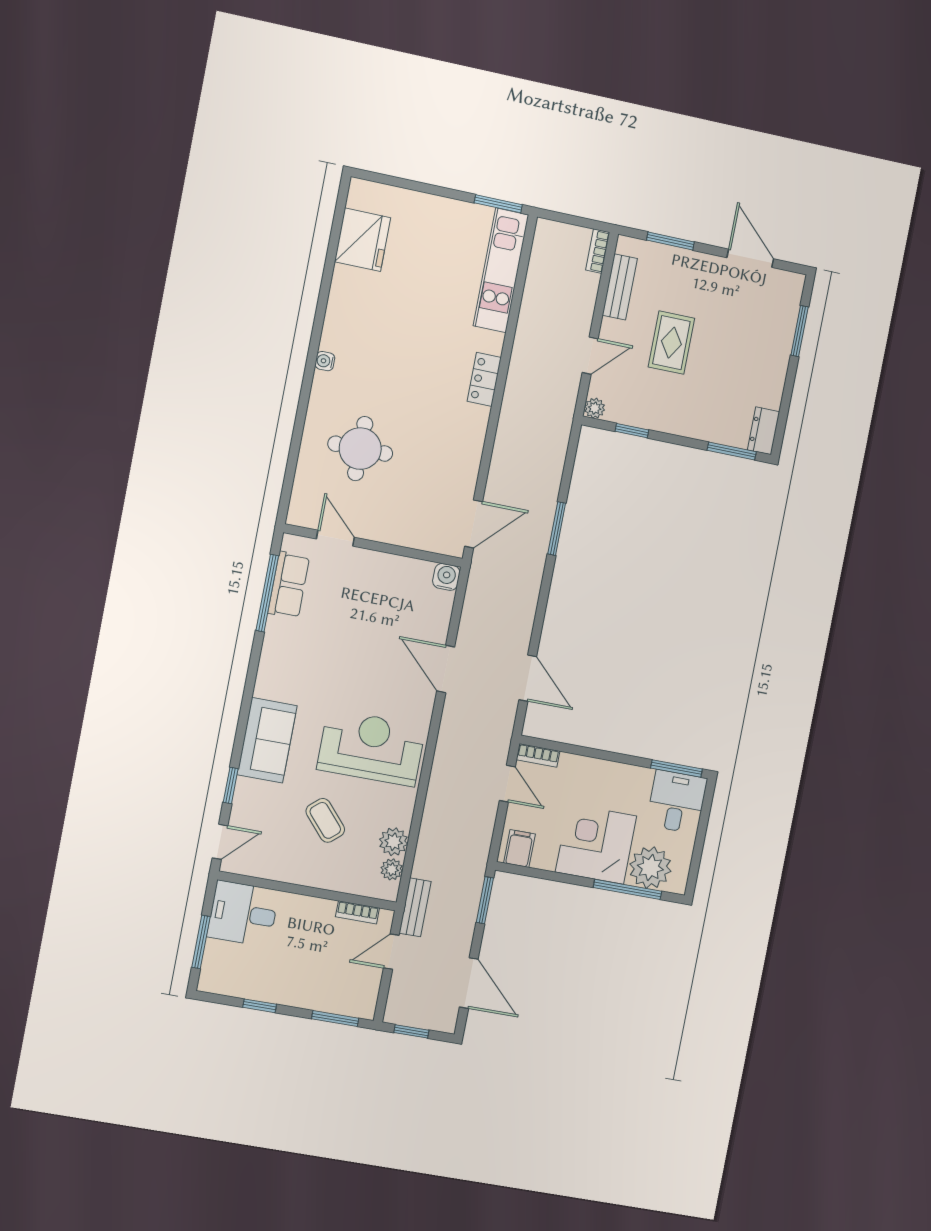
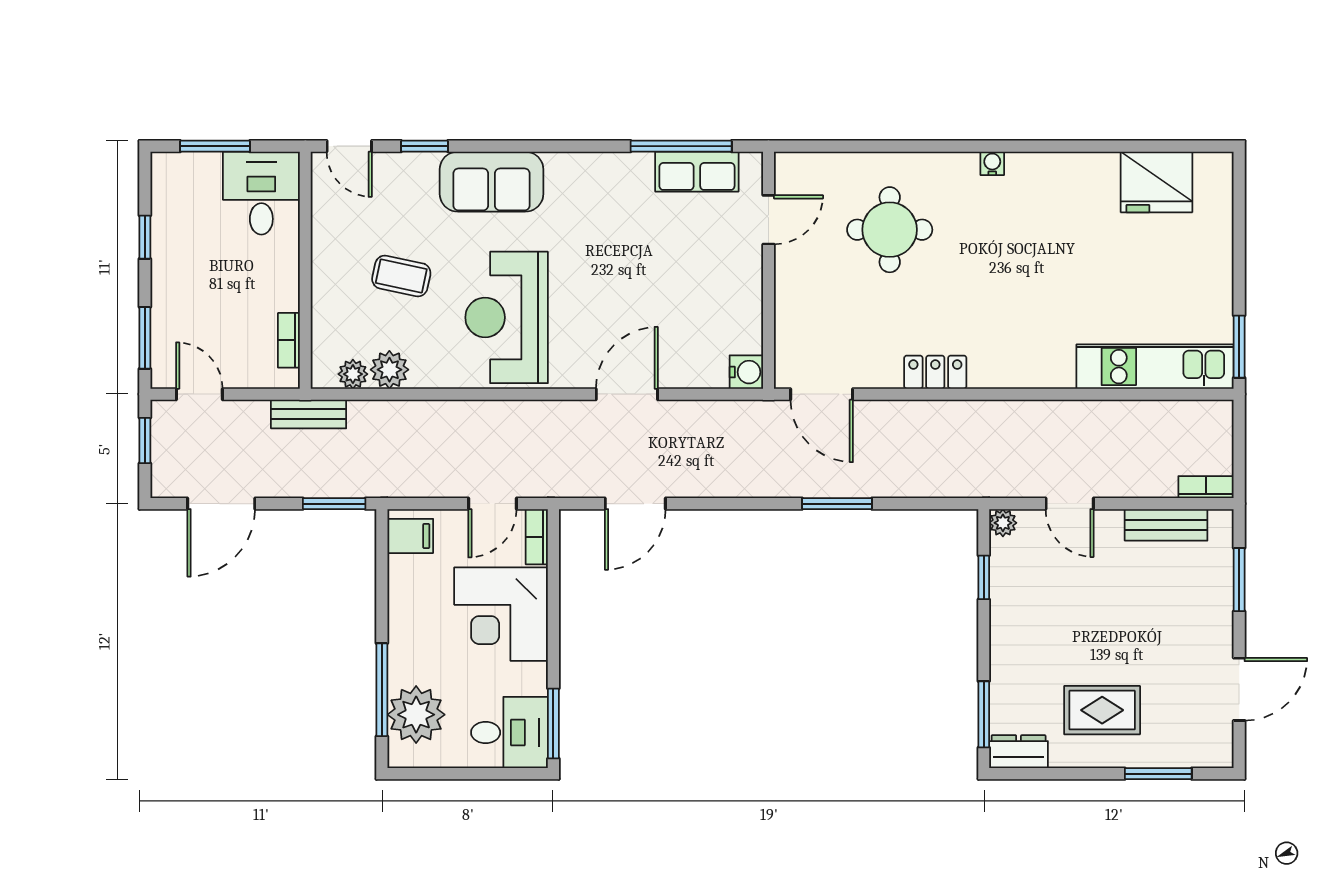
rug: (671, 343) -> (1102, 710), moved
locker: (484, 379) -> (935, 372), moved
reception desk: (371, 748) -> (507, 317), turned 180
coffee table: (325, 820) -> (401, 276), turned 53
corner desk: (596, 844) -> (501, 614), moved, turned 180
door: (391, 952) -> (199, 394), moved

